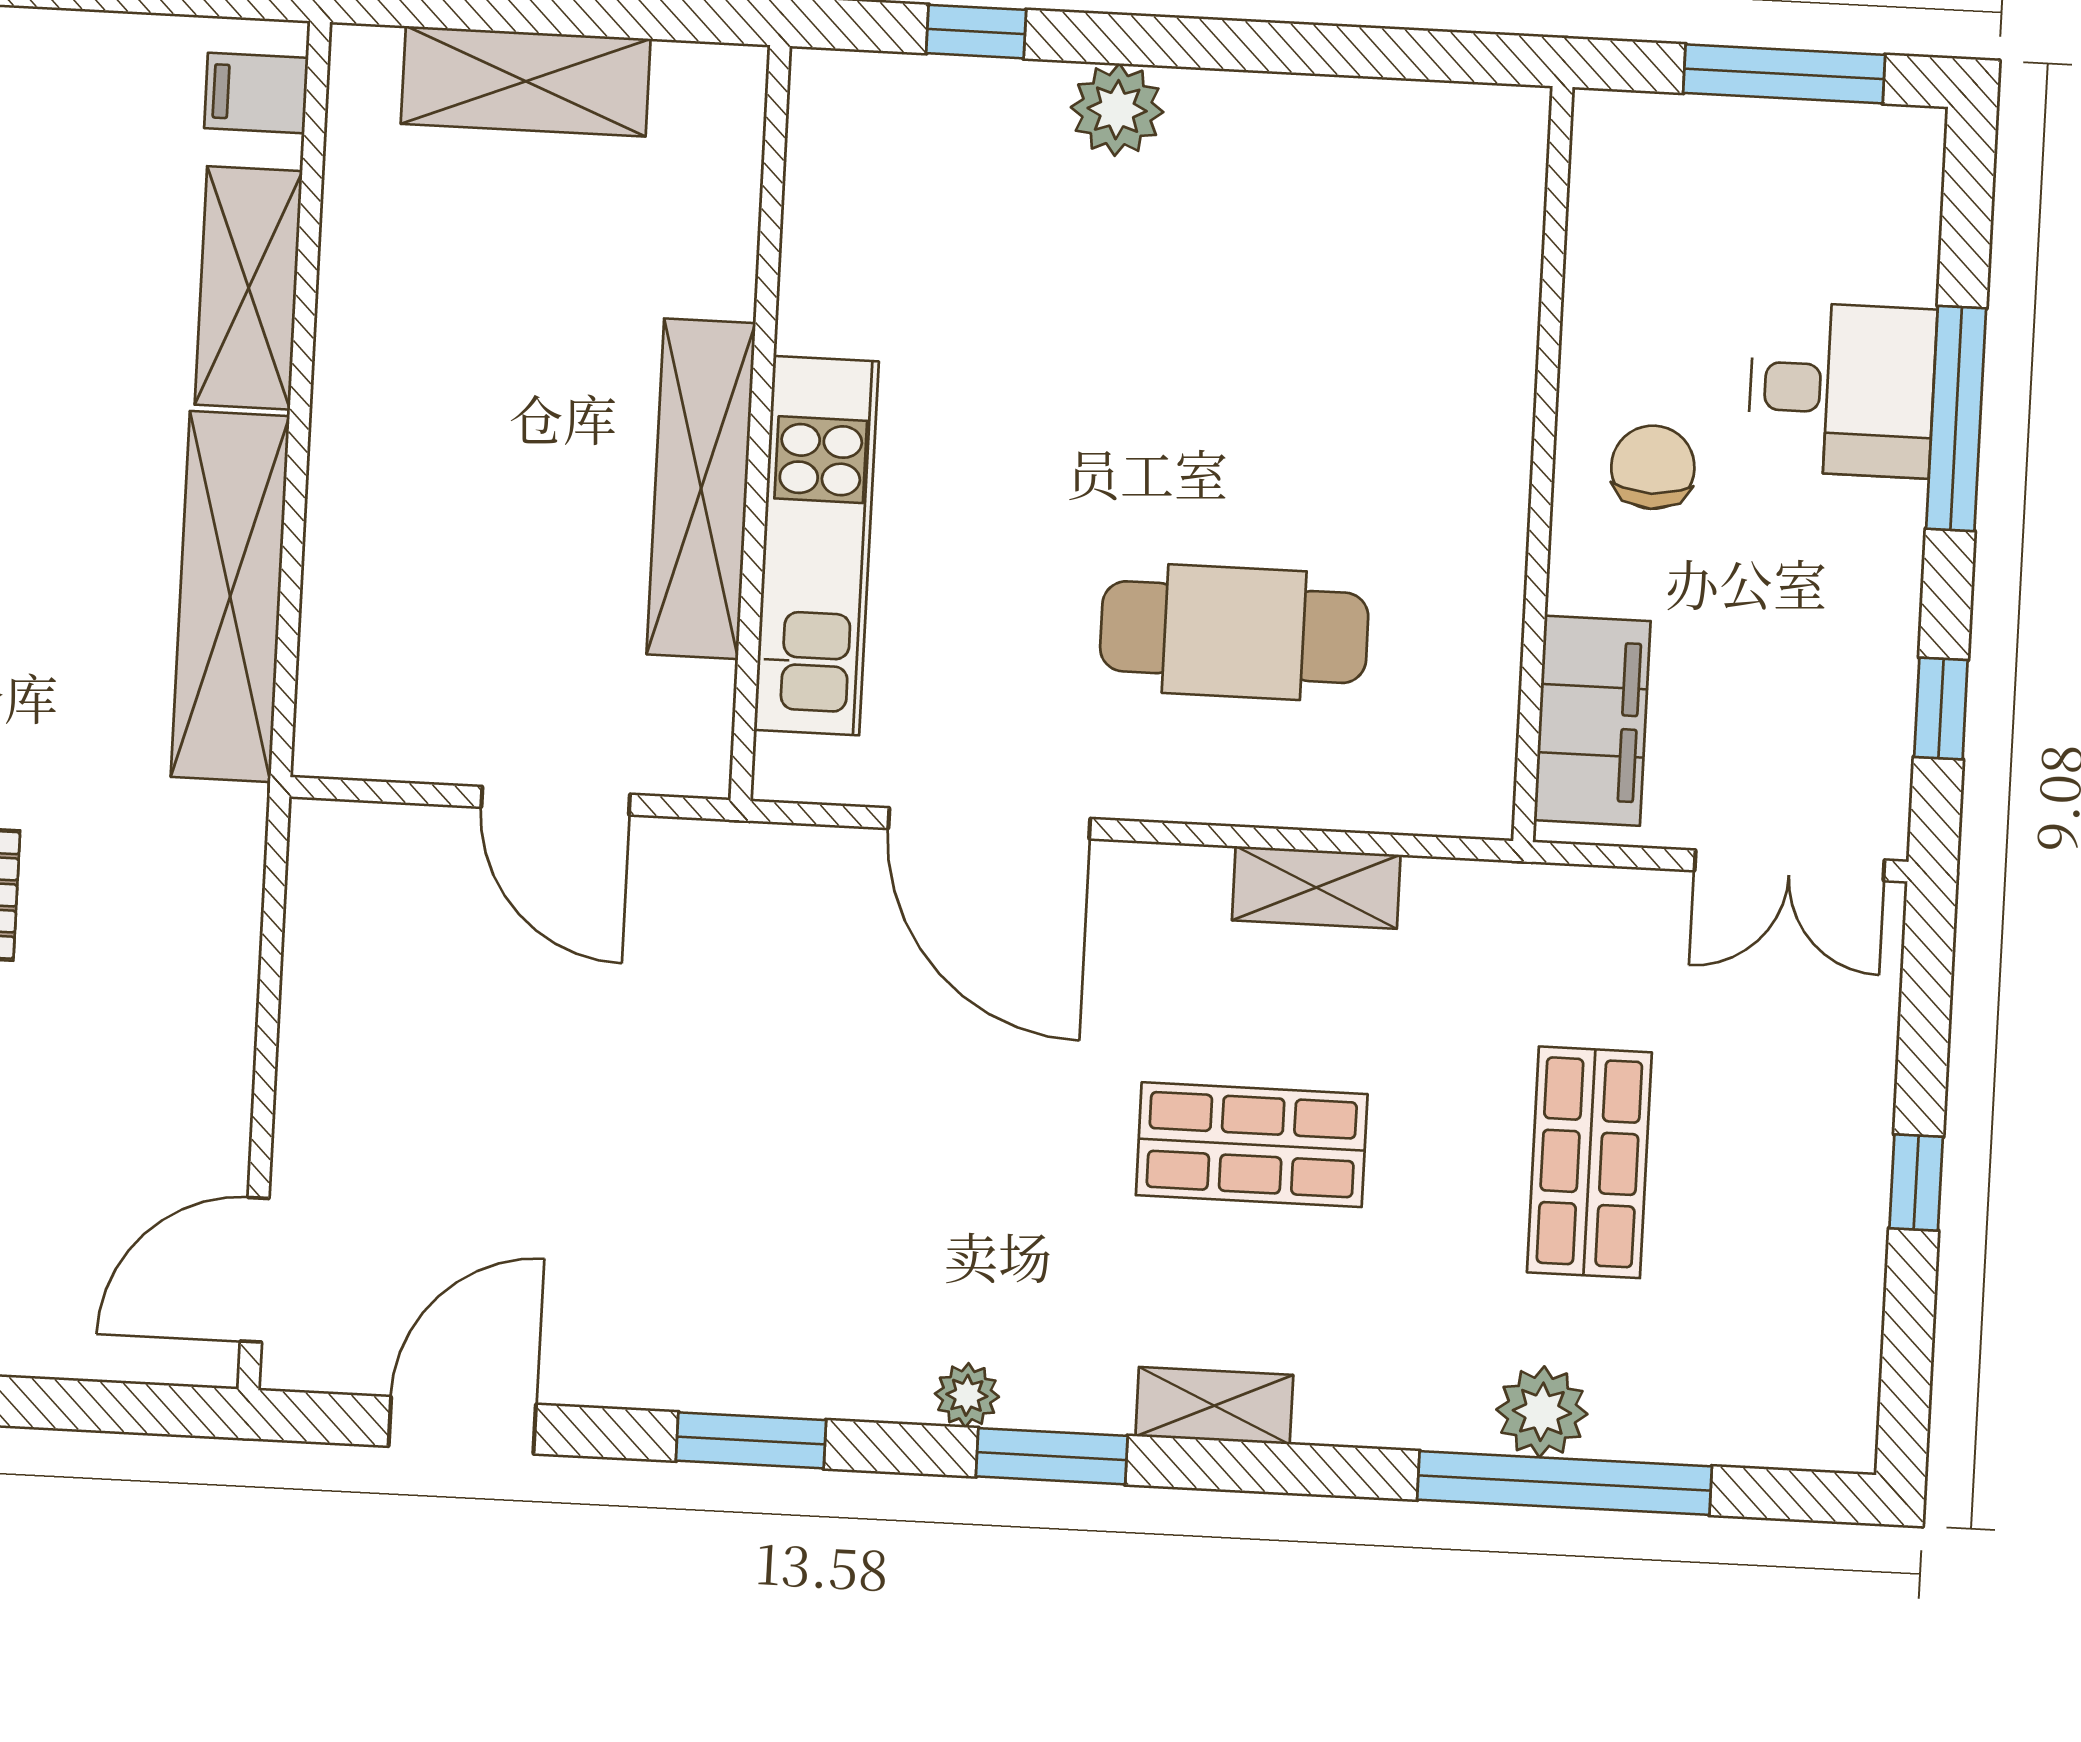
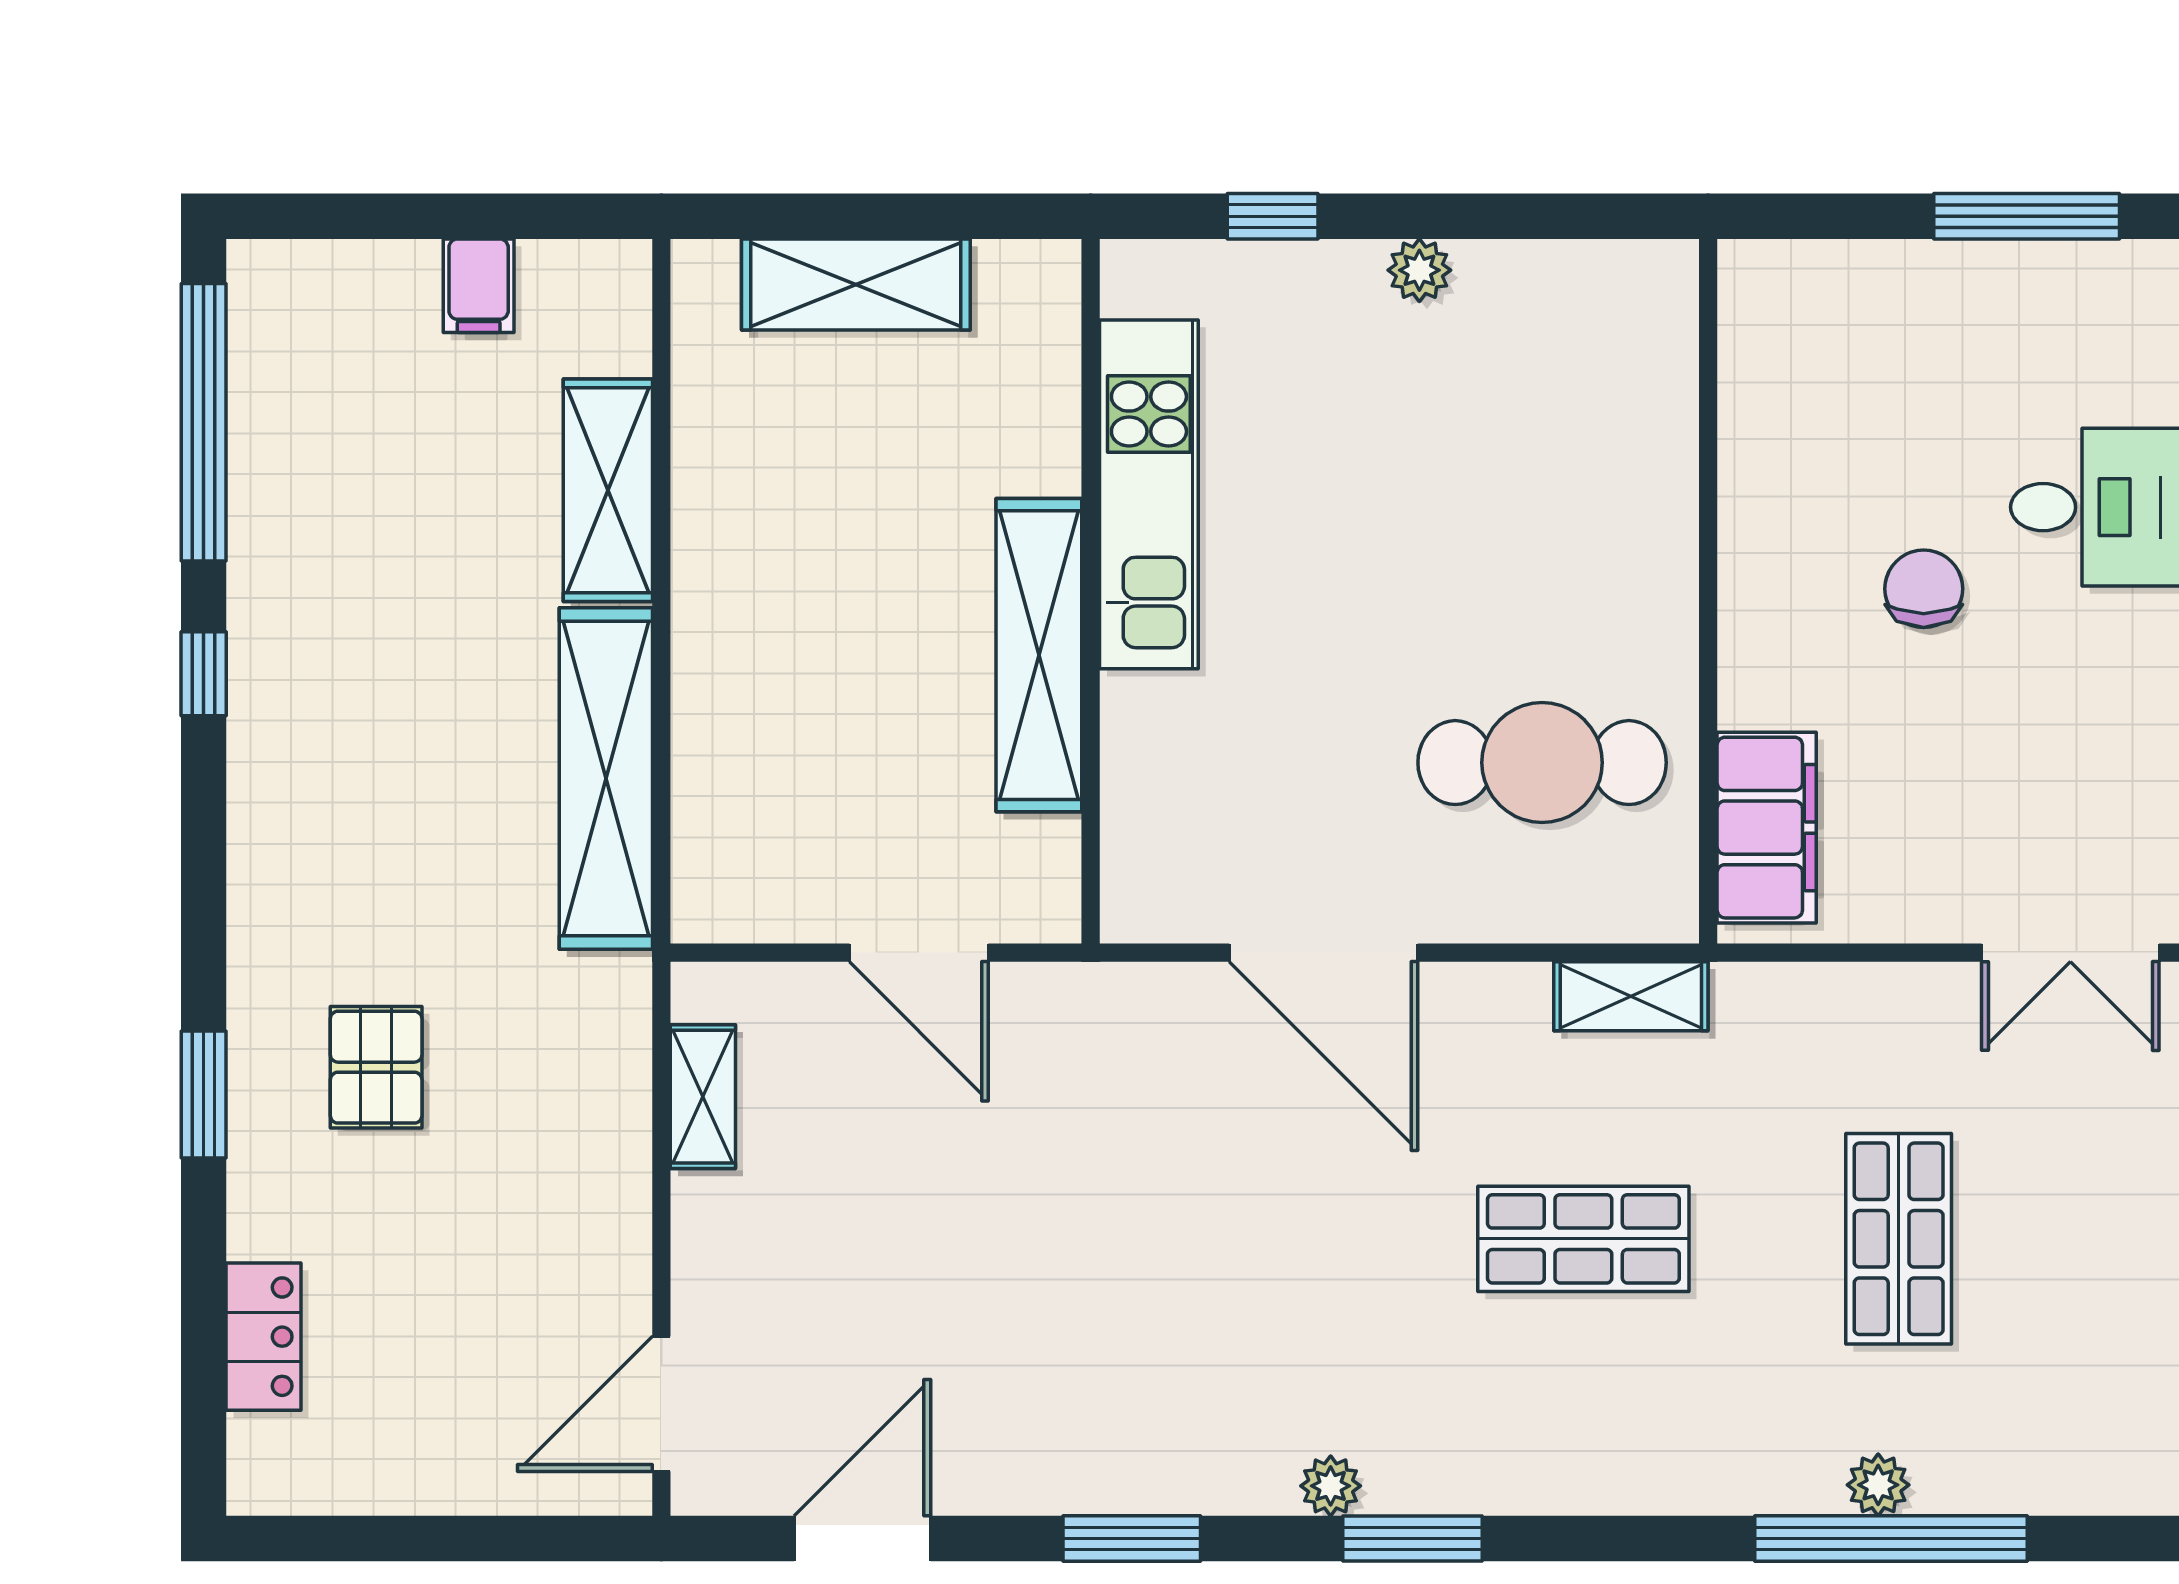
filing cabinet: (256, 93) -> (479, 286), moved, turned -90
plant: (1117, 110) -> (1419, 270), width x0.73, depth x0.73
wall: (1543, 464) -> (1708, 591), moved
kitchen unit: (816, 546) -> (1149, 494), moved
filing cabinet: (1592, 721) -> (1767, 828), moved
shelving: (1214, 1406) -> (703, 1097), moved, turned 90
plant: (1542, 1412) -> (1878, 1485), width x0.73, depth x0.73

